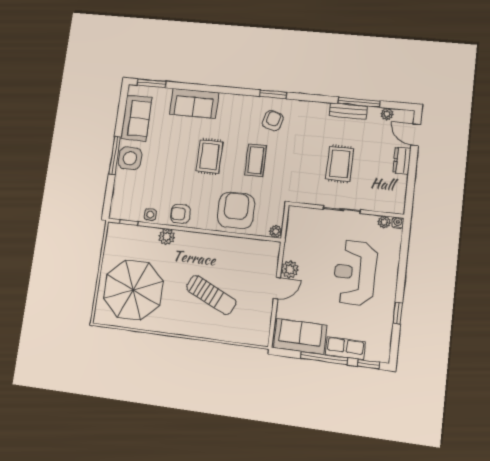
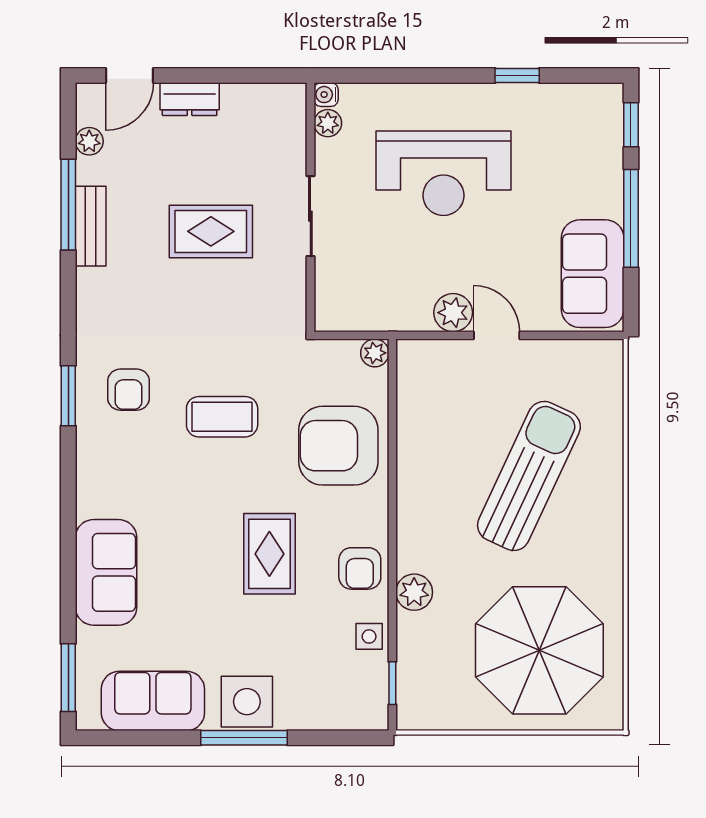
armchair: (273, 121) -> (129, 390), turned -105
rug: (209, 156) -> (269, 554), moved, turned 90
sun lounger: (211, 295) -> (529, 476), width x1.36, depth x1.34
row of seats: (345, 348) -> (605, 177), removed

